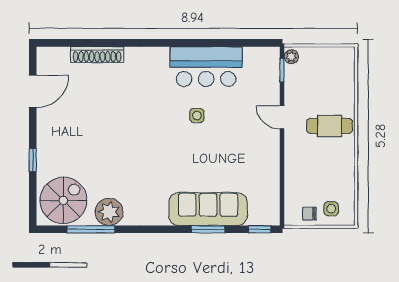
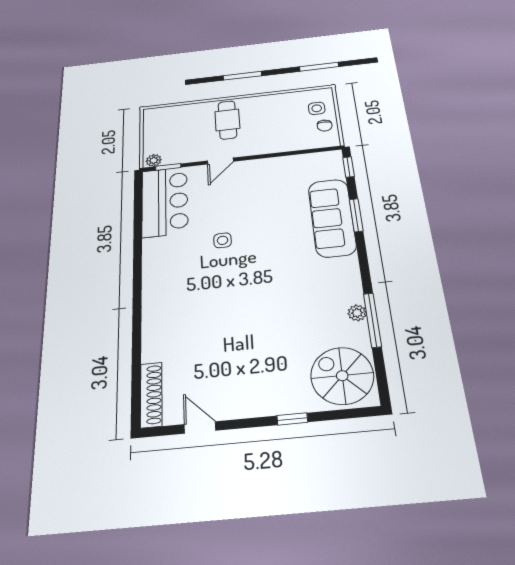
shoe rack: (97, 55) -> (151, 395), moved
bar counter: (206, 67) -> (165, 202), moved
door: (33, 91) -> (200, 427), width x0.73
plant: (109, 212) -> (357, 313), width x0.53, depth x0.53
window: (91, 229) -> (372, 320), moved

